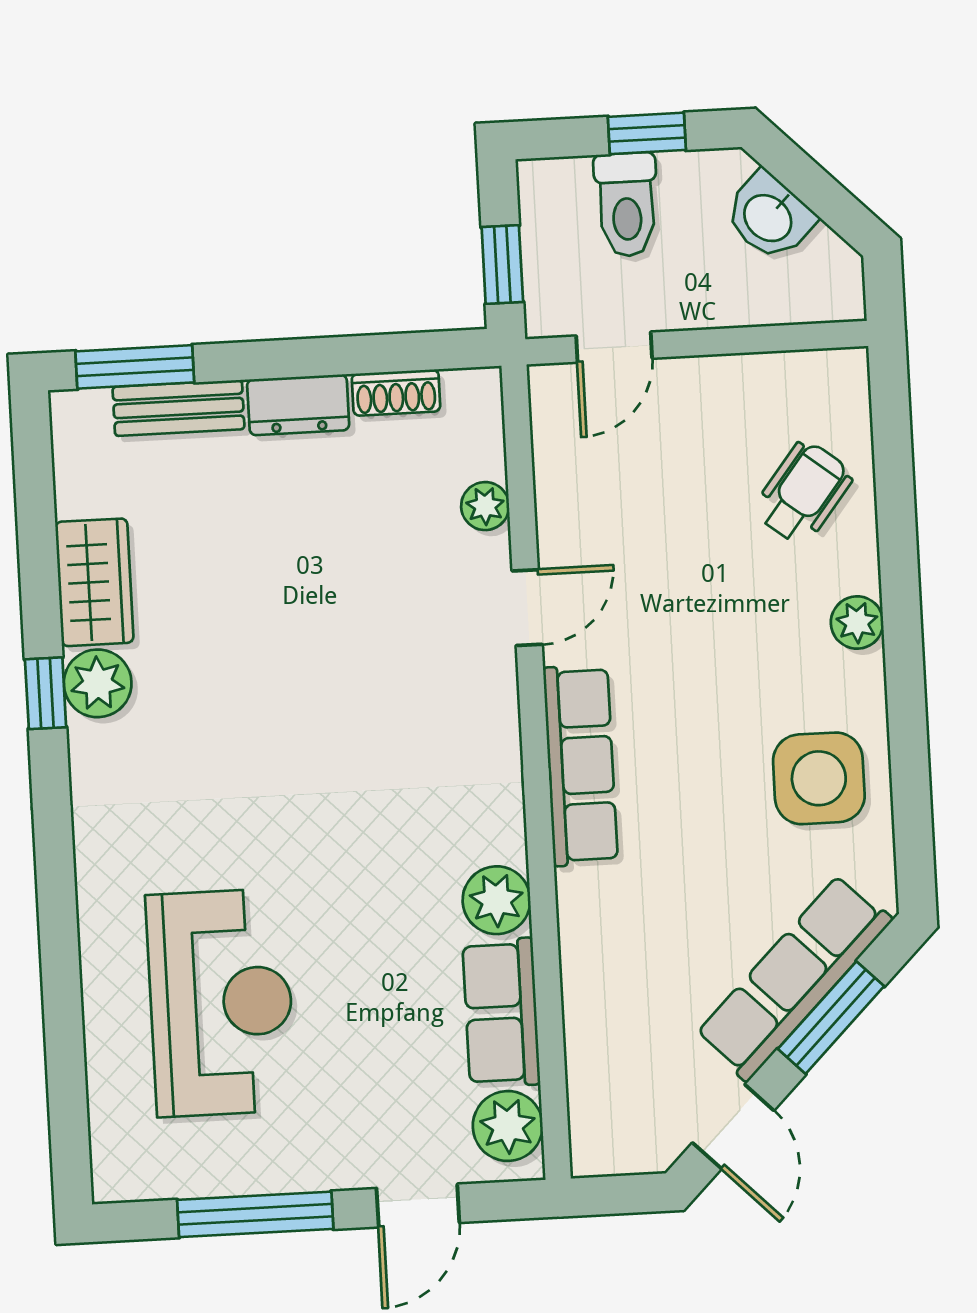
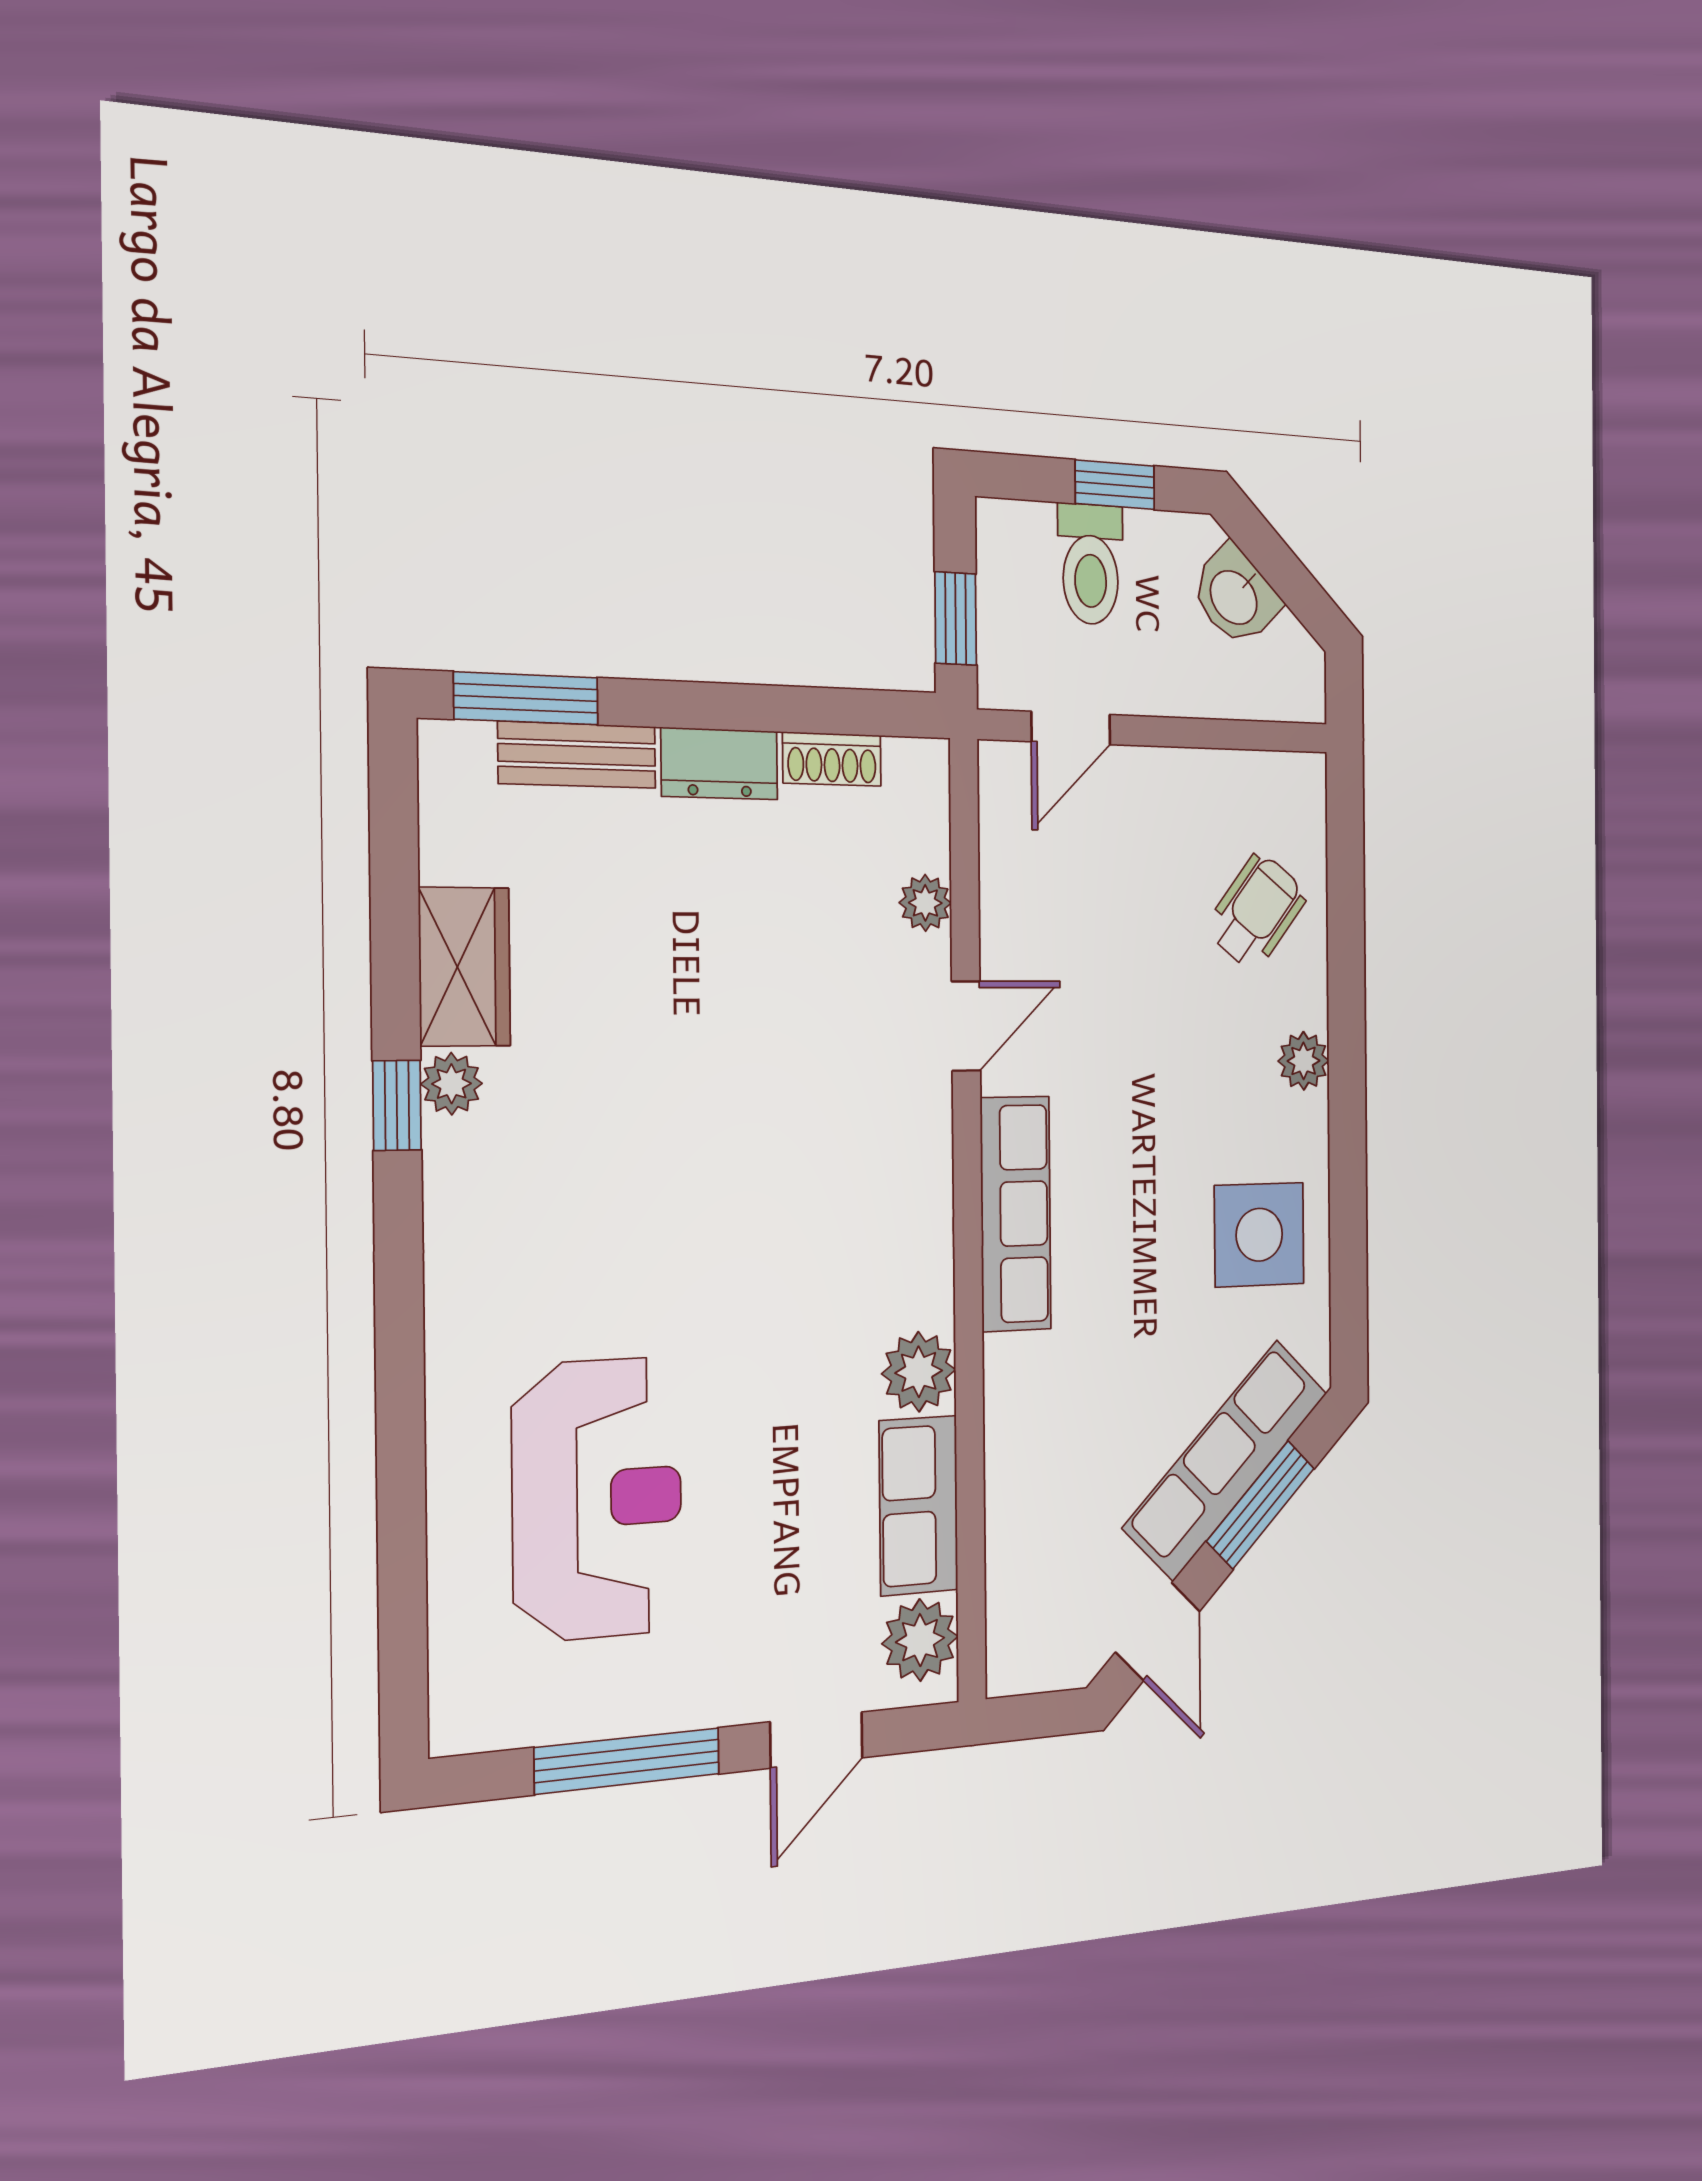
plant: (98, 683) -> (452, 1084), width x0.73, depth x0.73

